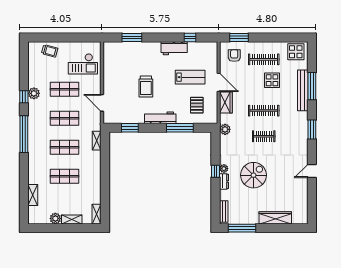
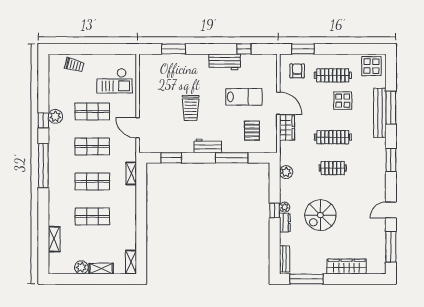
workbench: (160, 118) -> (208, 146), width x0.73
plant: (225, 129) -> (286, 172), moved
spiral stairs: (253, 175) -> (320, 215), turned 180
window: (312, 201) -> (391, 247), added

